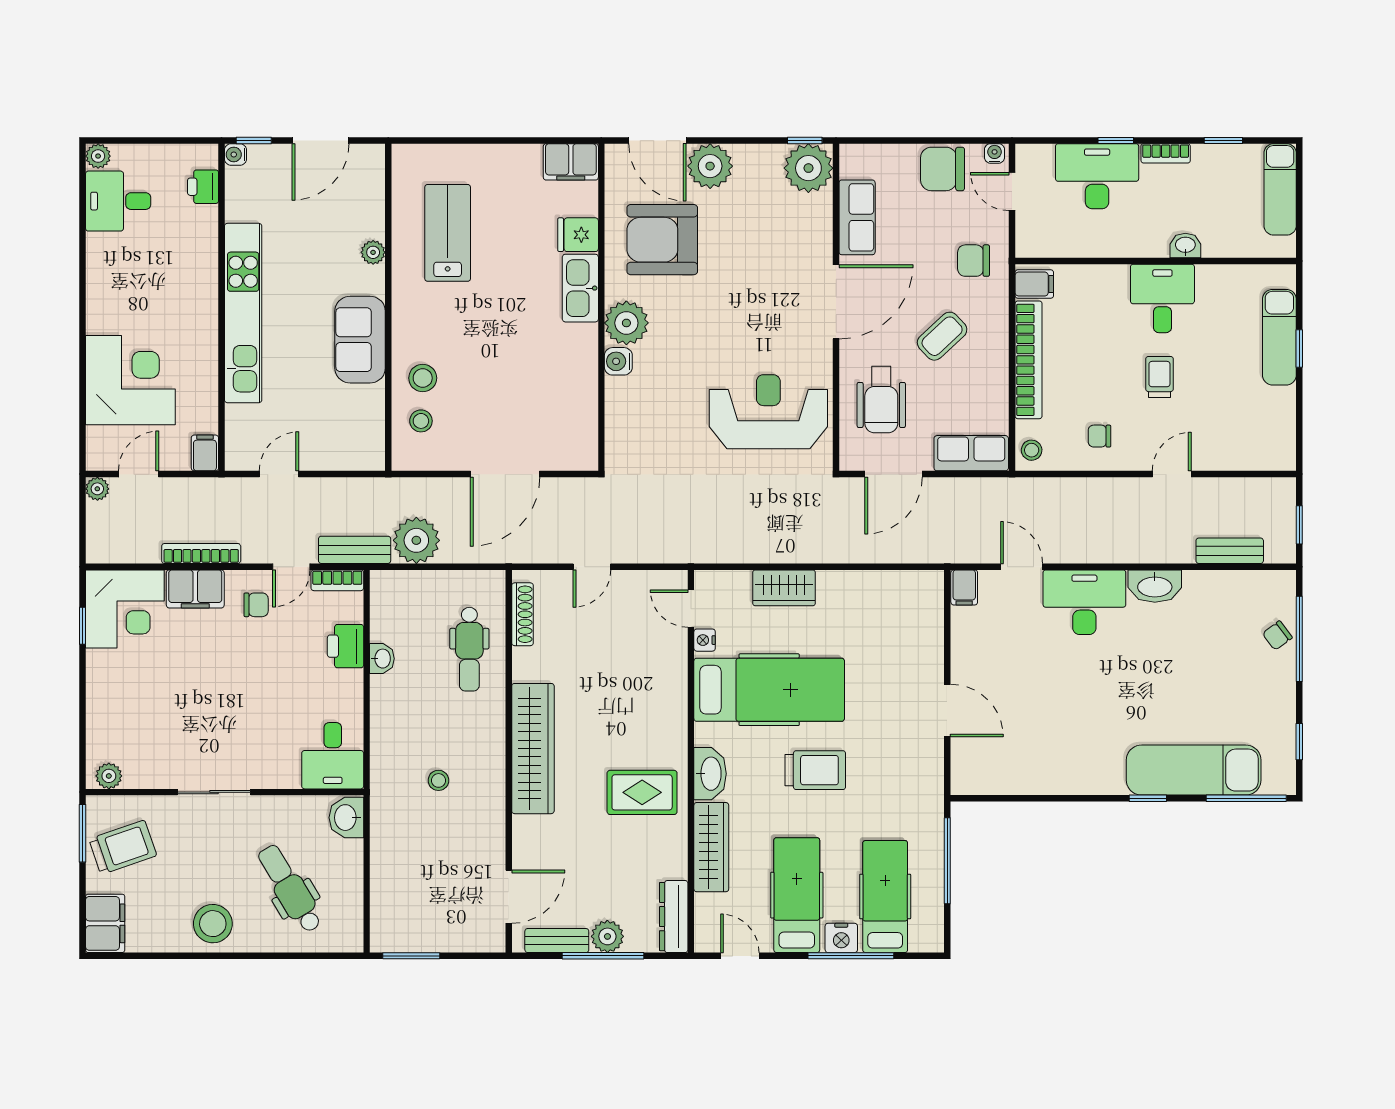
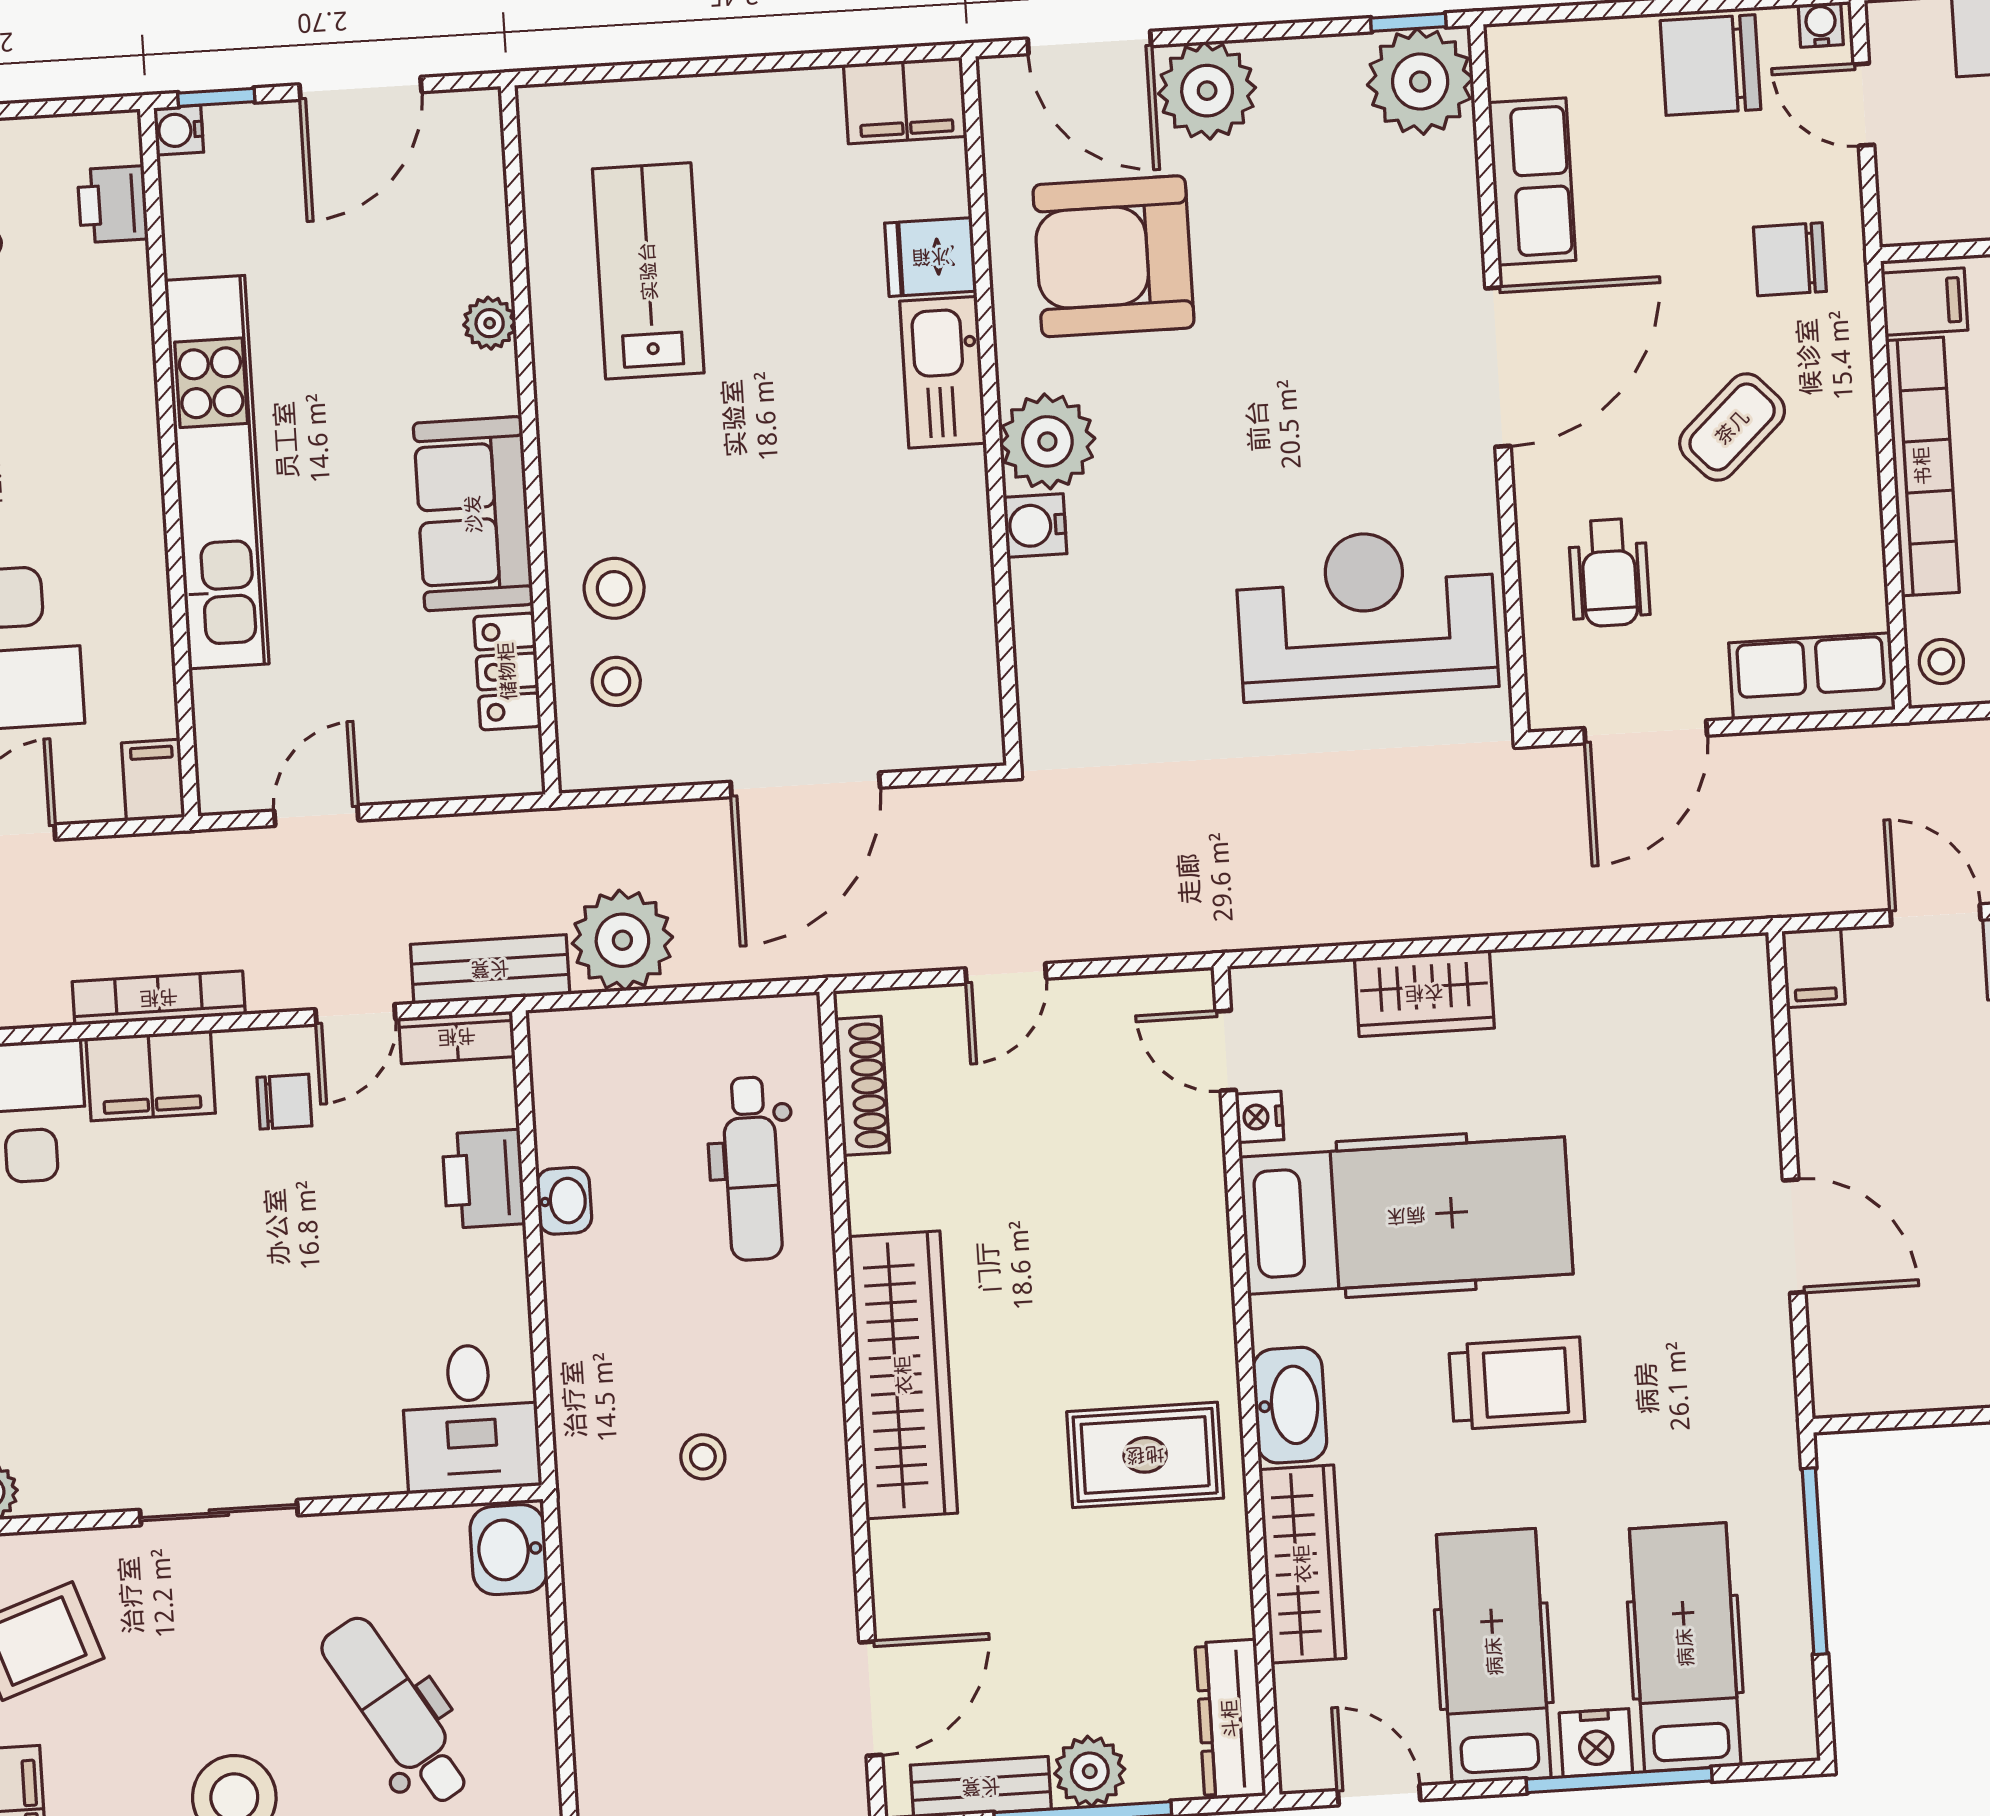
wheelchair: (881, 400) -> (1609, 573), width x0.73, depth x0.73
locker: (371, 413) -> (507, 671), added

